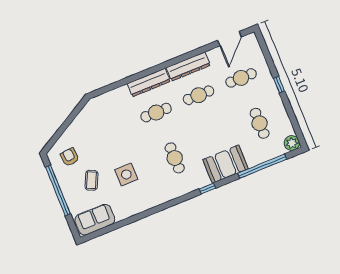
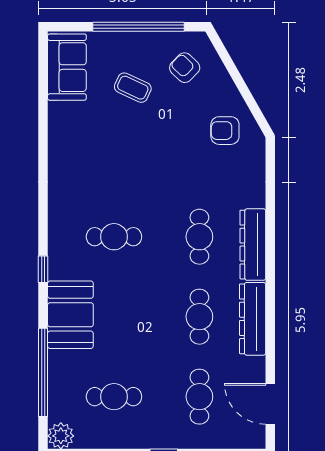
armchair: (94, 122) -> (225, 131), added
armchair: (70, 157) -> (185, 68), turned -131
side table: (126, 174) -> (119, 148), removed

